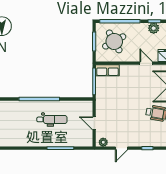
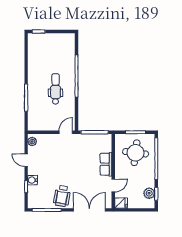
round table: (114, 41) -> (136, 153), turned 36
row of seats: (107, 70) -> (106, 164), moved
dental chair: (52, 119) -> (56, 89), turned 180
door: (94, 123) -> (66, 132), moved
water cooler: (141, 142) -> (33, 180), added

